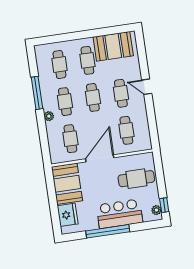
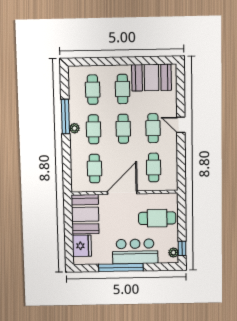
plant: (49, 116) -> (75, 128), moved

